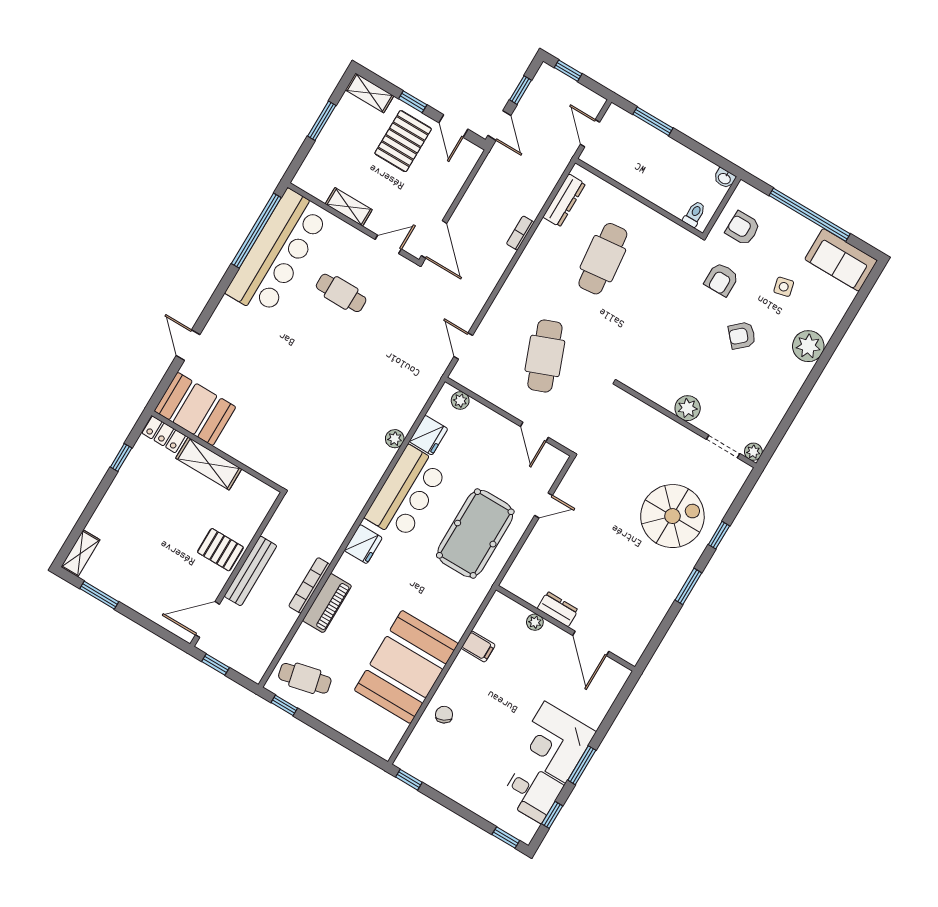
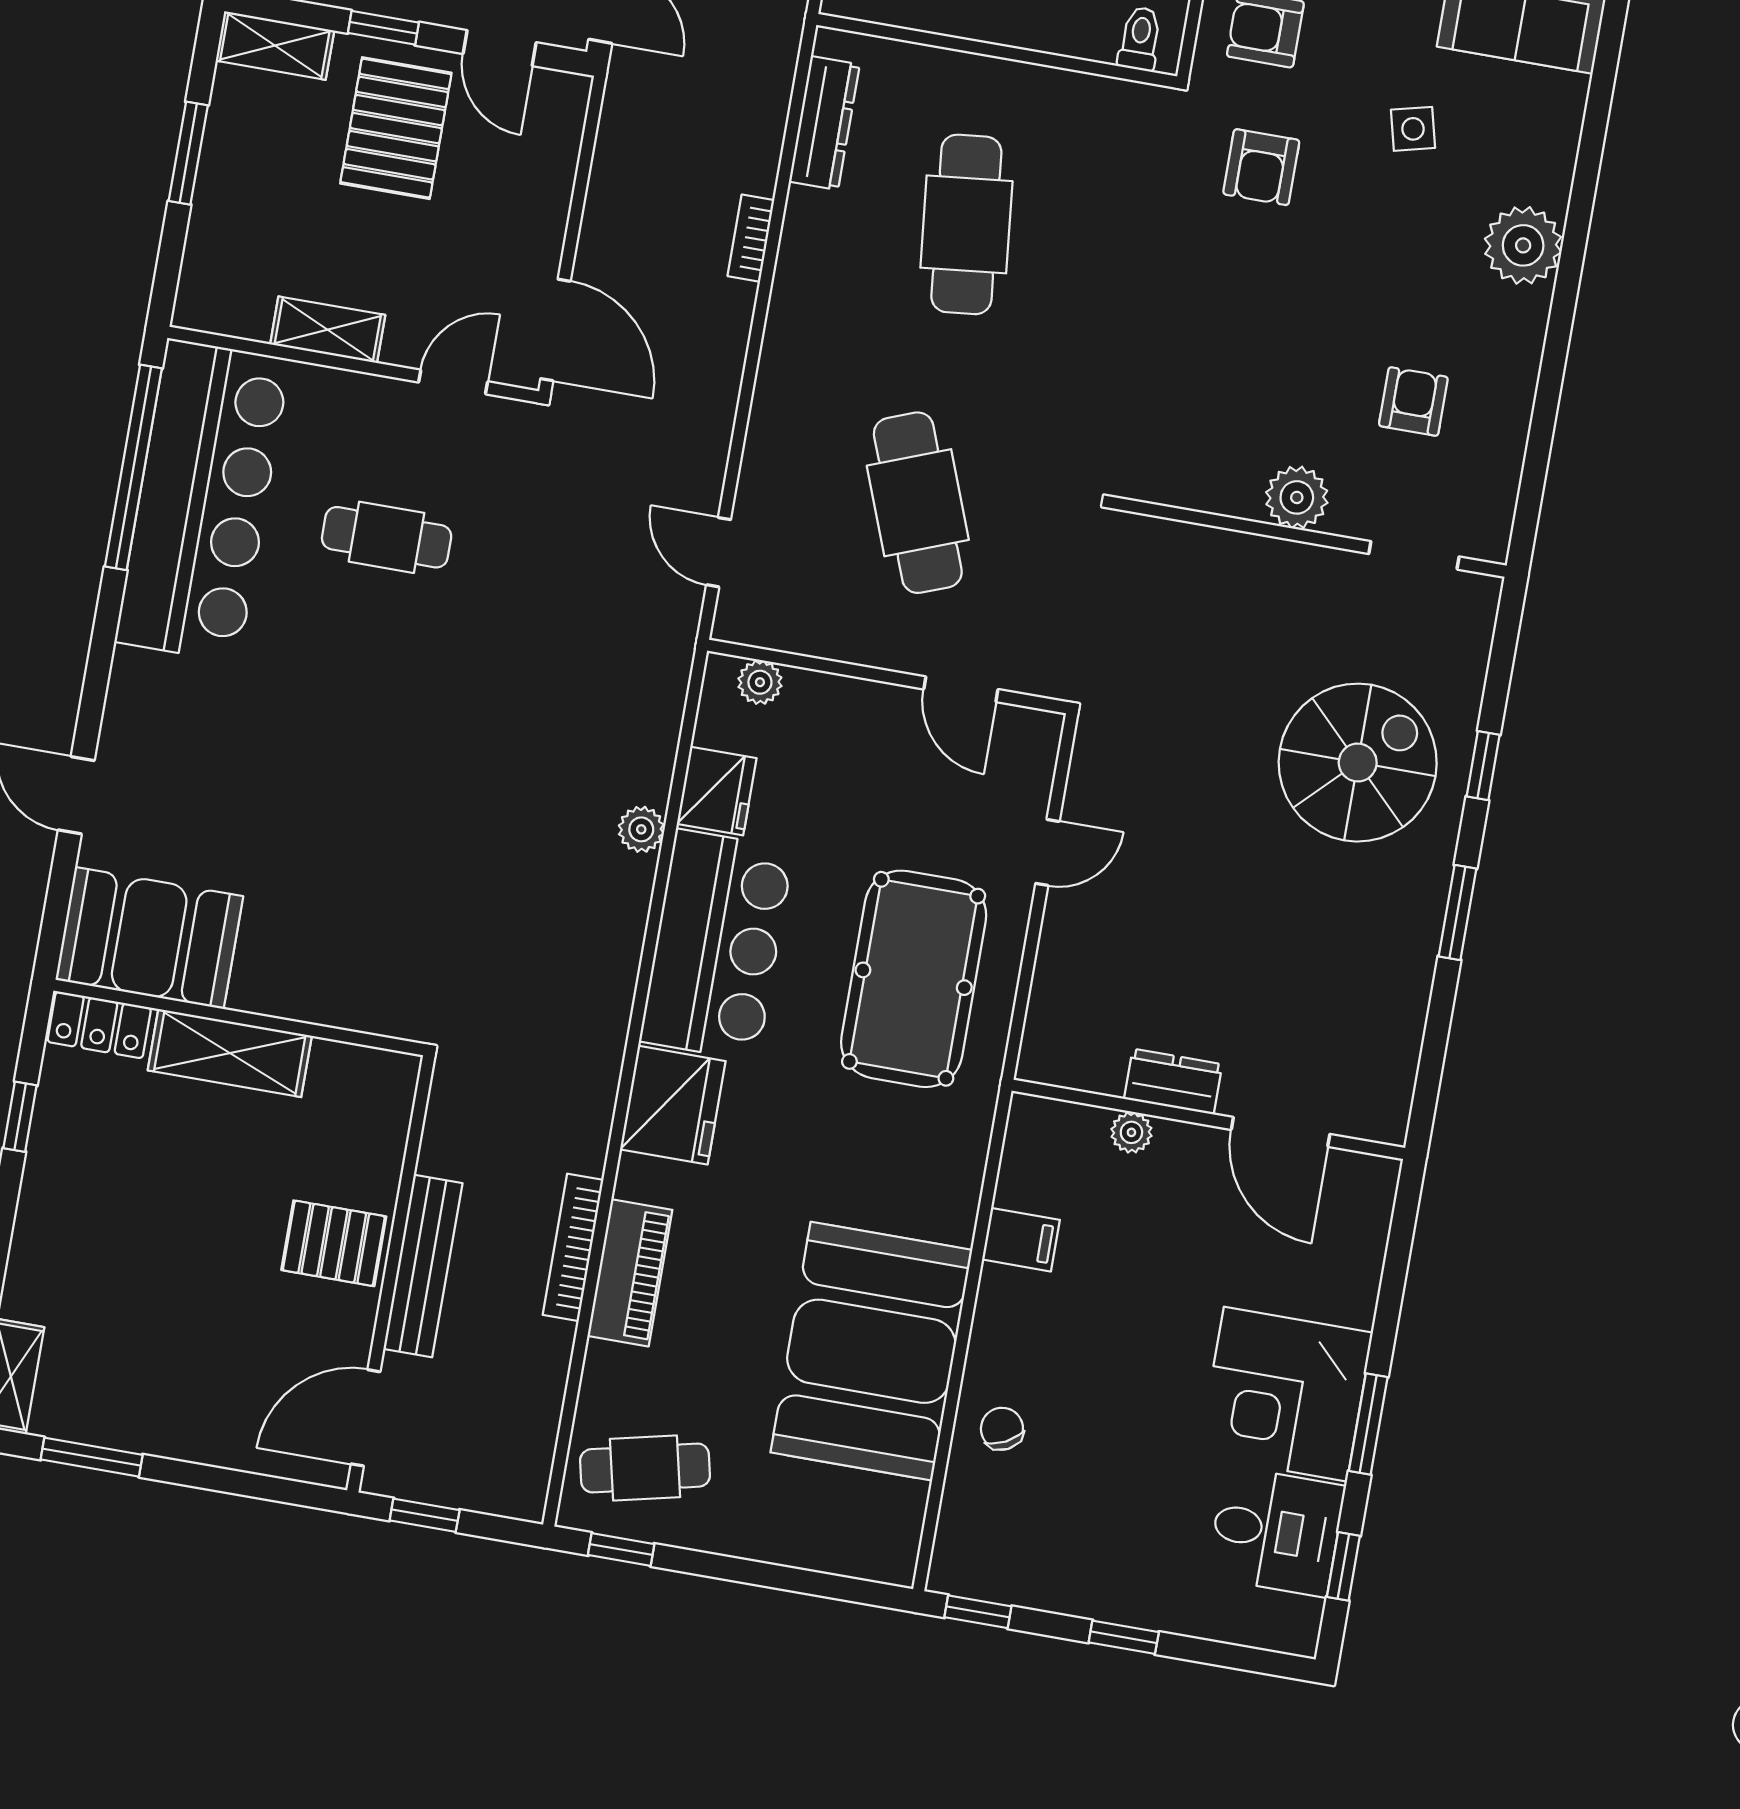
armchair: (742, 335) -> (1413, 401), moved, turned 132
plant: (753, 452) -> (1489, 541), removed
fridge: (363, 544) -> (673, 1105), width x1.36, depth x1.34
window: (506, 837) -> (1124, 1637), moved

